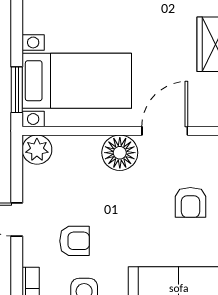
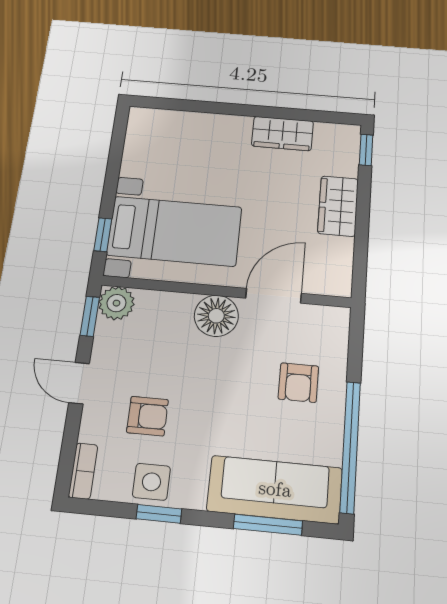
window: (17, 90) -> (103, 235), width x0.67
window: (17, 163) -> (90, 316), added

